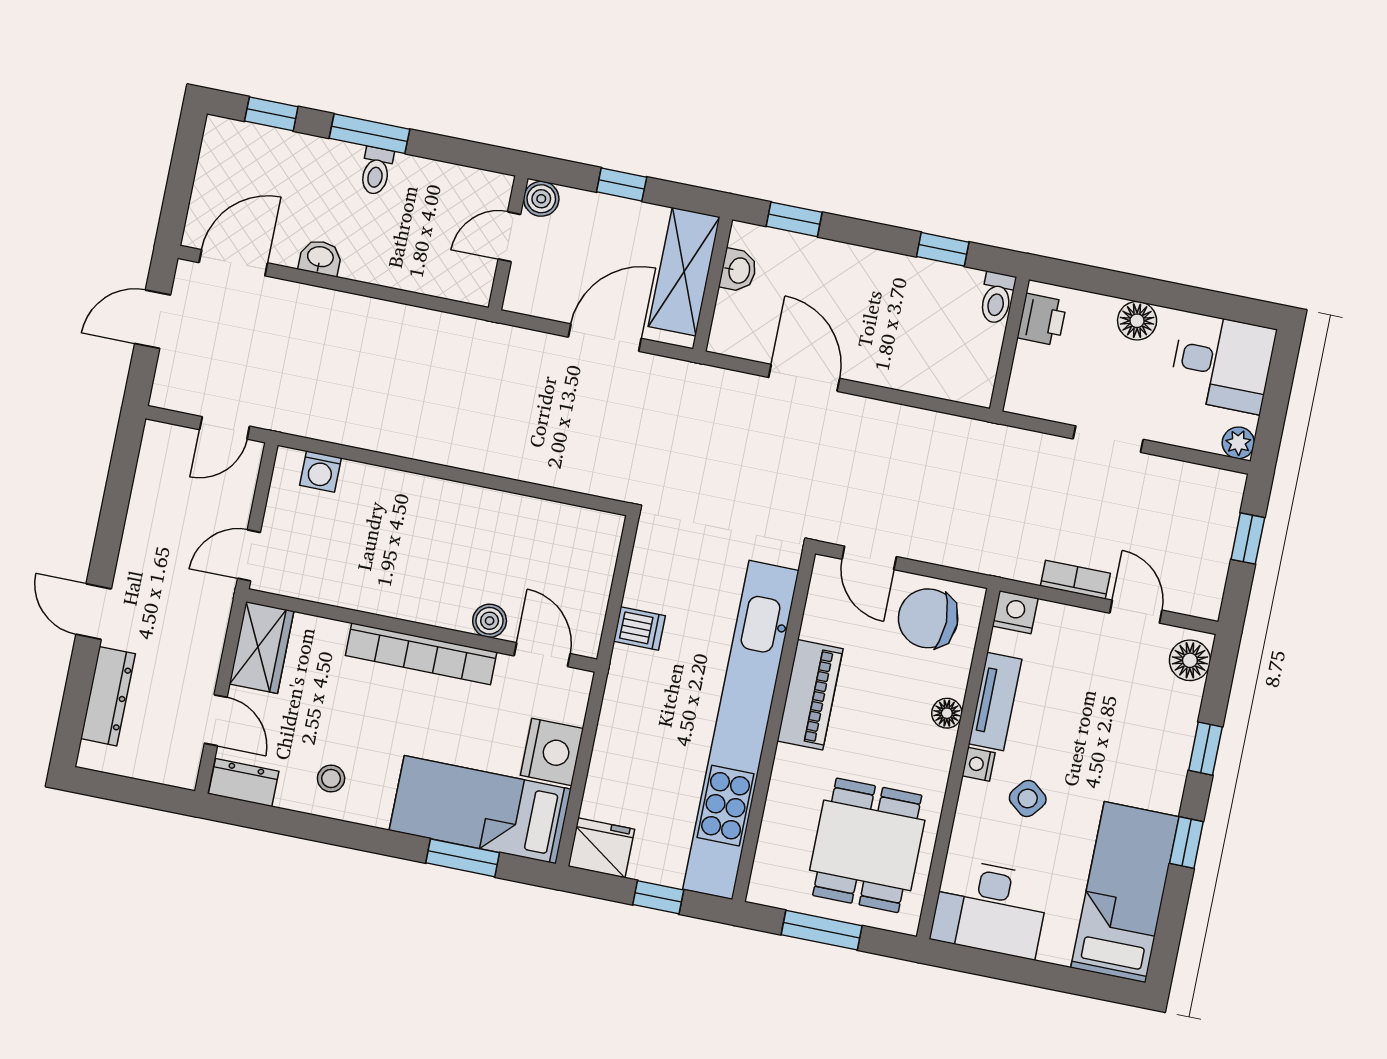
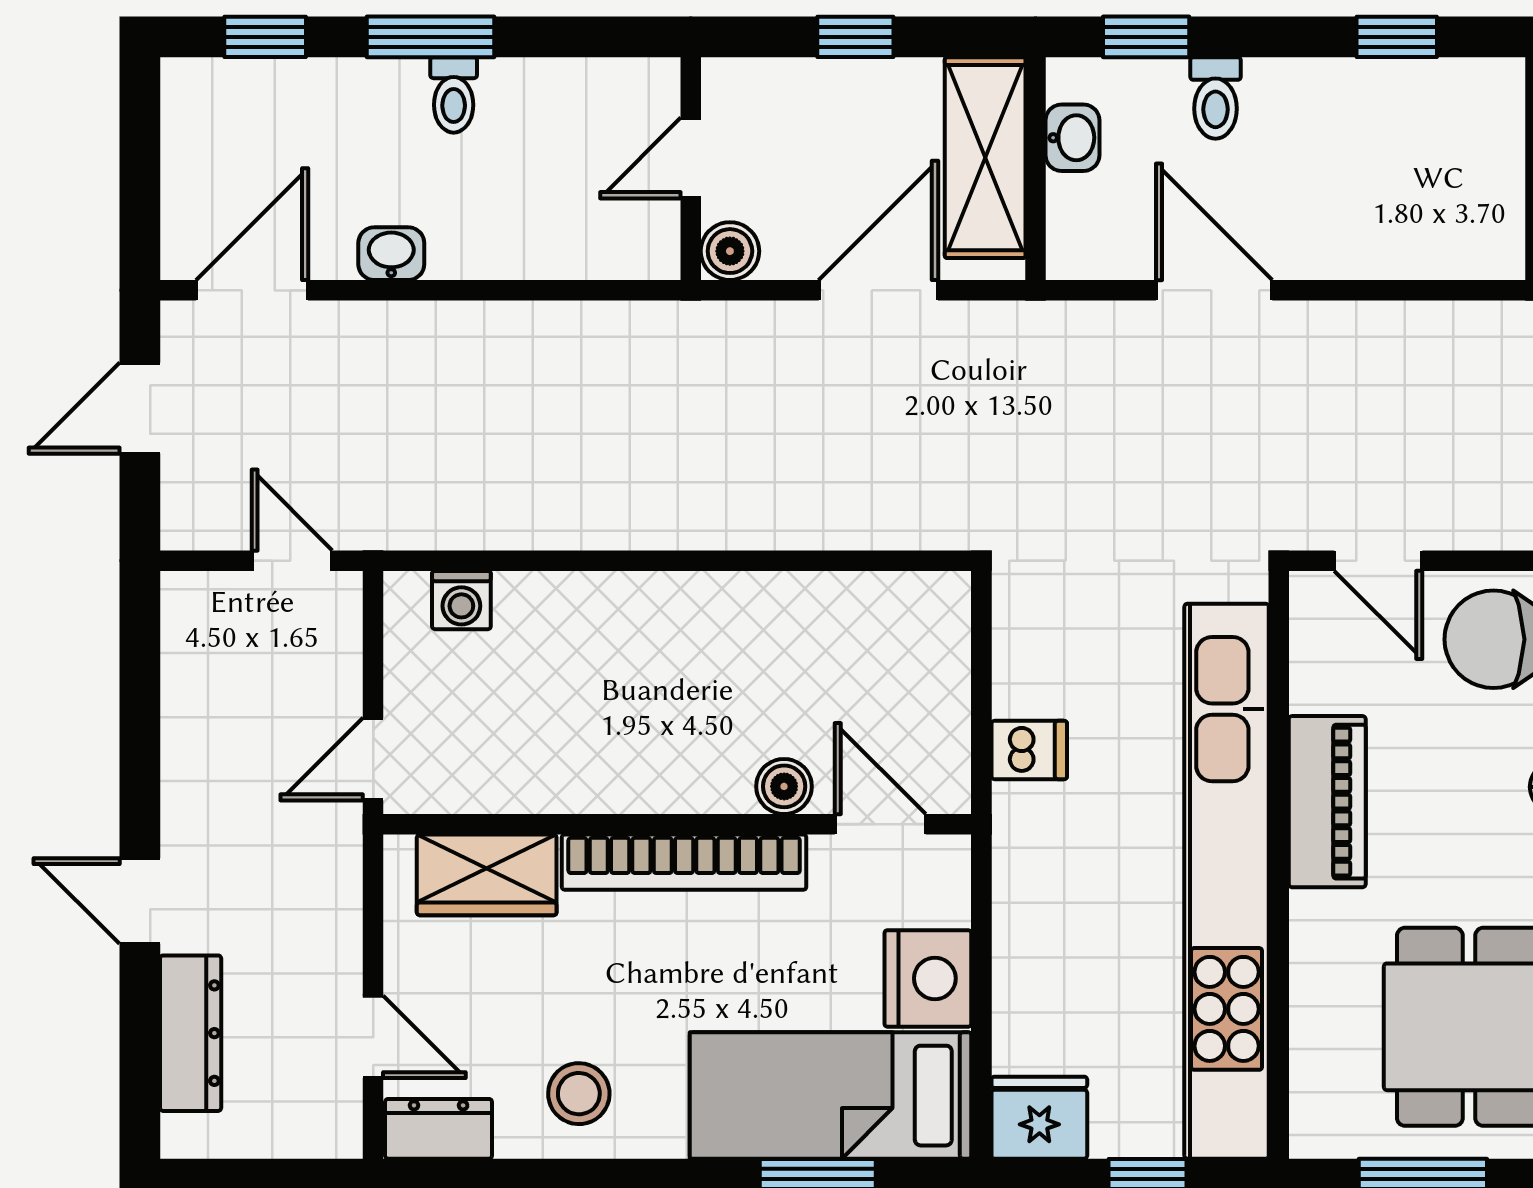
boiler: (541, 199) -> (730, 251), moved
toilet: (997, 298) -> (1216, 98), moved
door: (225, 428) -> (292, 561), swing flipped
wardrobe: (262, 647) -> (487, 875), moved, turned 90
stool: (331, 778) -> (579, 1094), width x1.37, depth x1.37

